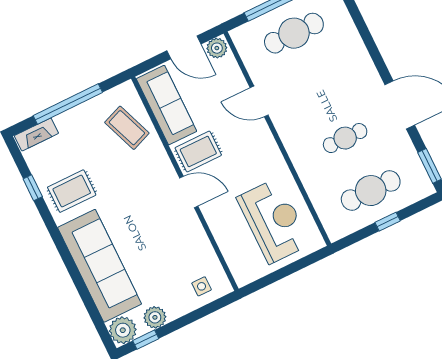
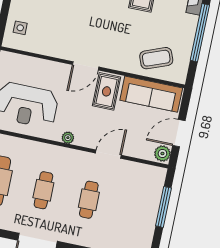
cafe table: (294, 33) -> (89, 200), moved, width x0.73, depth x0.74
plant: (274, 154) -> (68, 138), added

